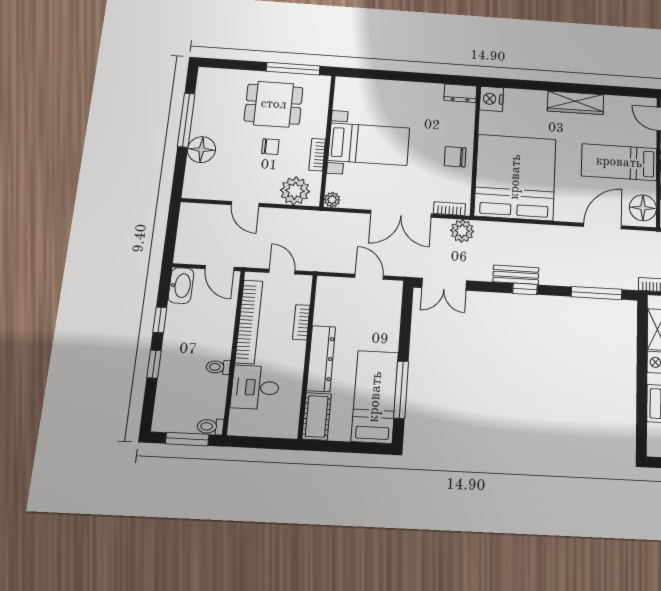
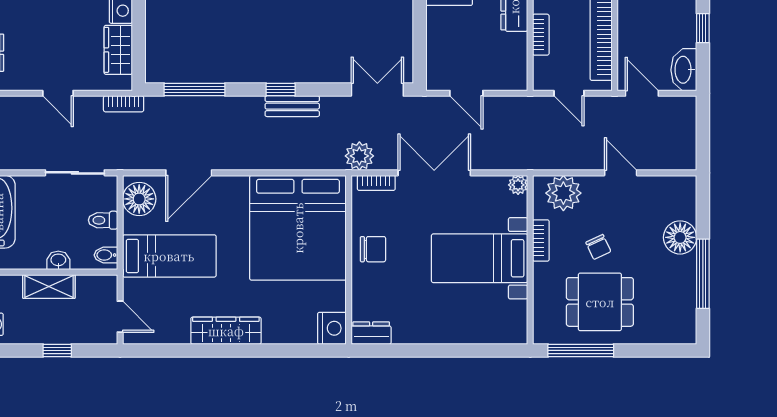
chair: (270, 147) -> (598, 247), turned -115

